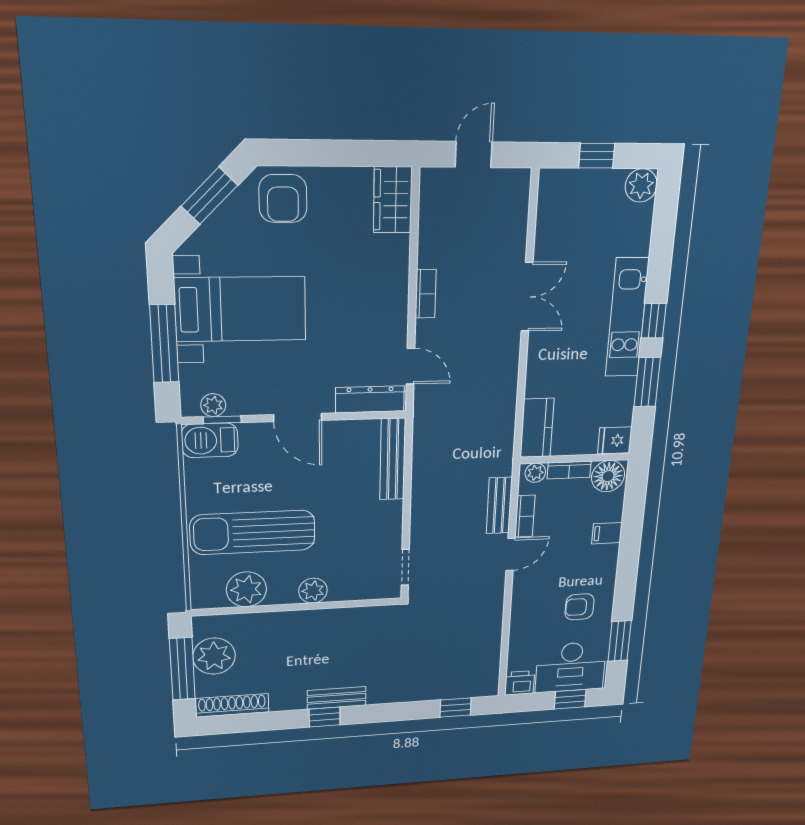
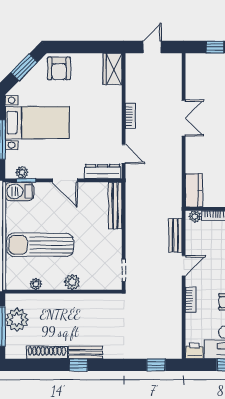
bookcase: (525, 516) -> (191, 300), moved
plant: (246, 589) -> (36, 284), width x0.53, depth x0.53
shoe rack: (232, 705) -> (47, 353), moved

